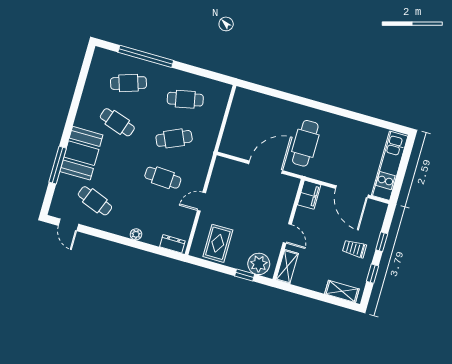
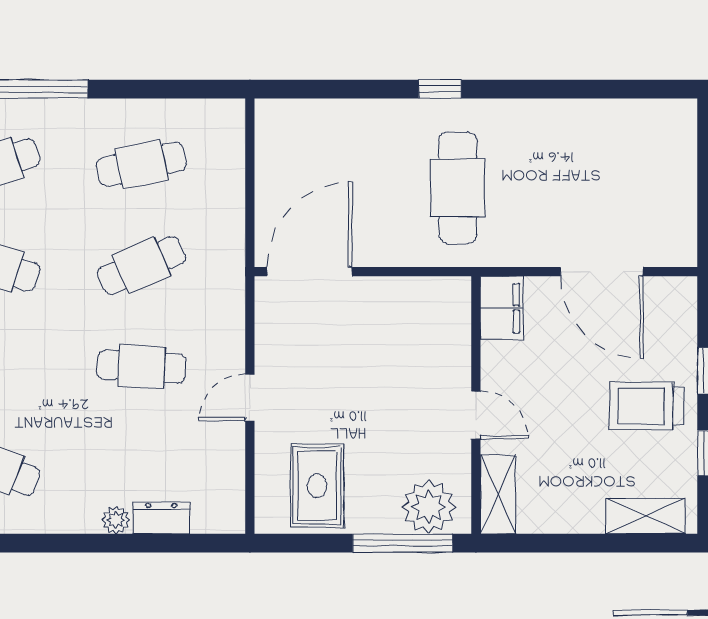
window: (309, 103) -> (440, 89), added
kitchen unit: (390, 166) -> (674, 184), removed
door: (266, 167) -> (309, 272), moved
dresser: (172, 244) -> (161, 518), moved
trolley: (354, 249) -> (646, 406), width x1.36, depth x1.39
window: (245, 275) -> (403, 543), width x2.17

